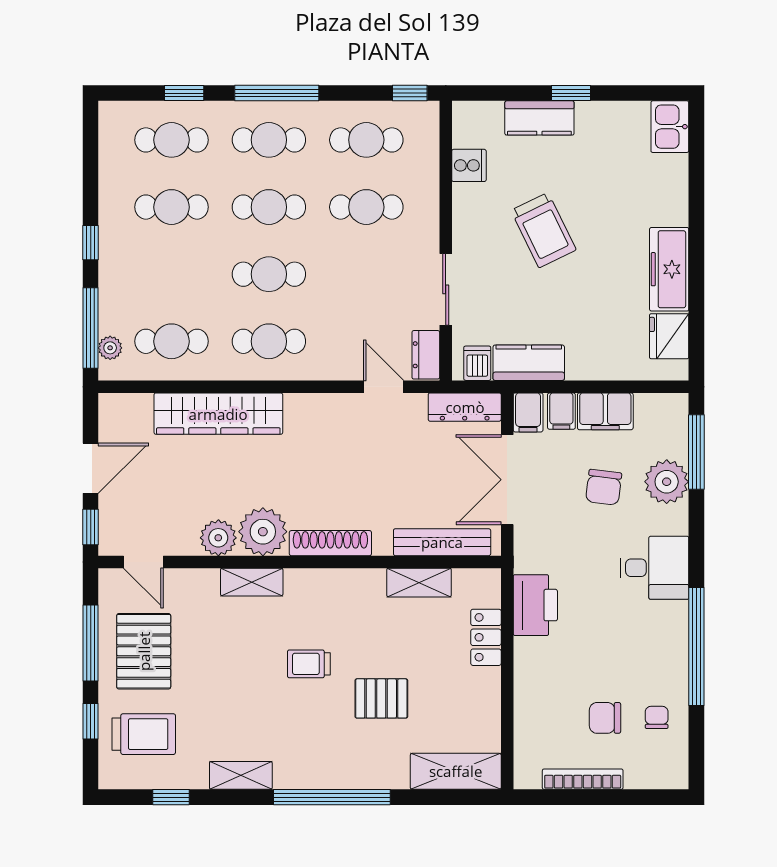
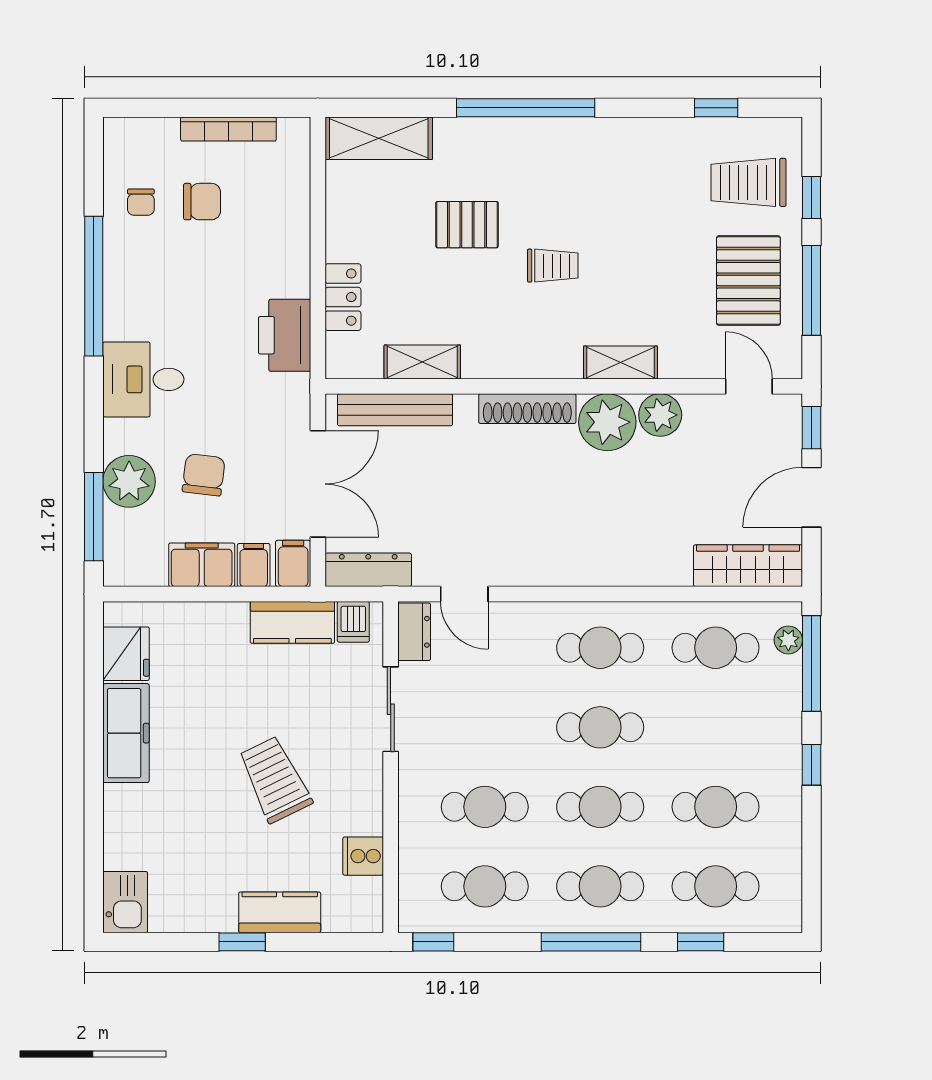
wardrobe: (218, 414) -> (748, 566), moved, width x0.71, depth x0.85
shelving: (241, 775) -> (633, 133), removed

